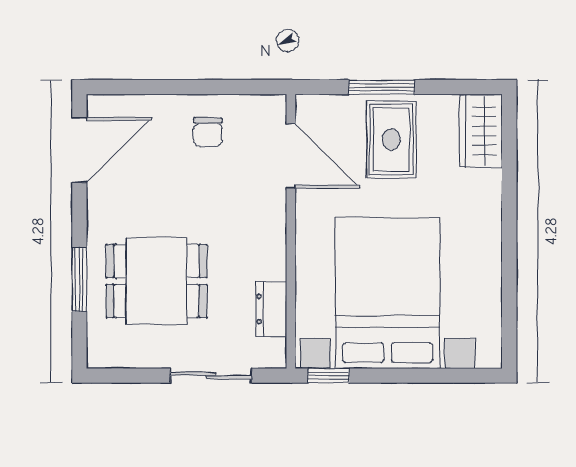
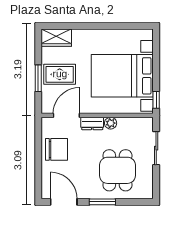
chair: (208, 132) -> (56, 149), width x1.87, depth x1.87
plant: (272, 264) -> (111, 123), added
window: (79, 279) -> (102, 202), moved
dresser: (271, 309) -> (92, 123), moved

